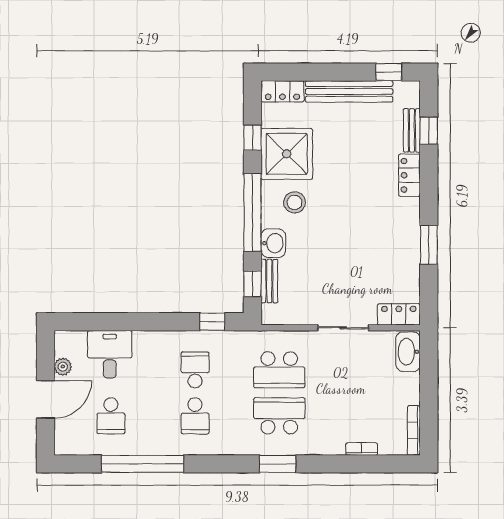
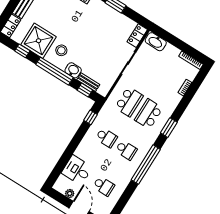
school desk: (195, 370) -> (106, 138), turned 180
window: (143, 464) -> (146, 165), moved

